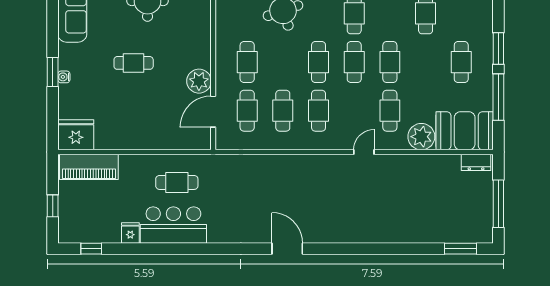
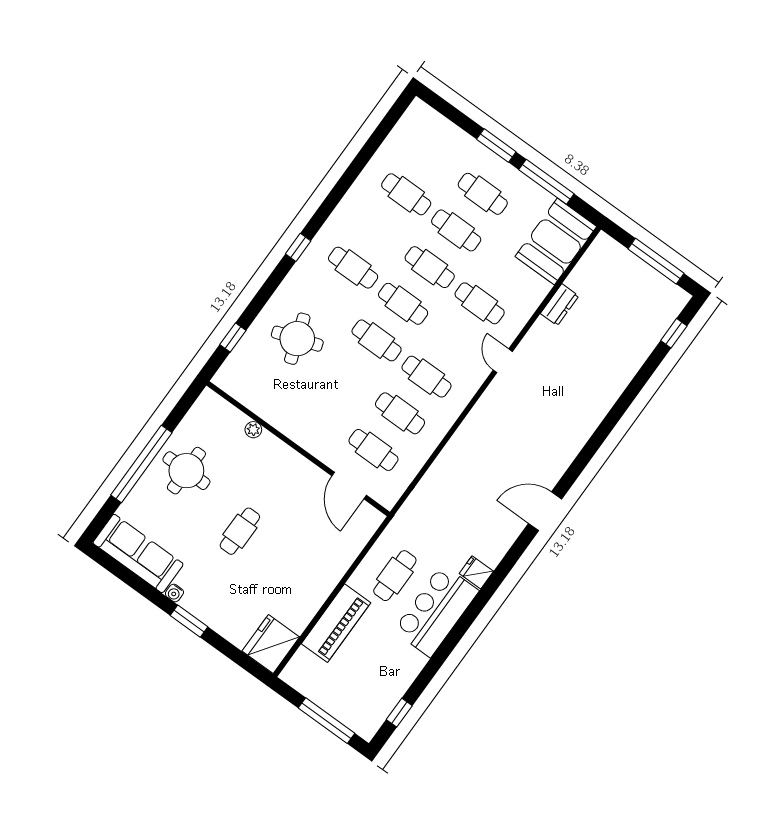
cafe table: (247, 62) -> (456, 230), moved
water cooler: (64, 77) -> (174, 593), moved
plant: (199, 81) -> (253, 430), moved, width x0.53, depth x0.53
plant: (421, 137) -> (530, 290), removed
dresser: (476, 162) -> (560, 305), moved
piano: (89, 167) -> (336, 623), moved
window: (53, 206) -> (326, 721), width x2.17
fridge: (130, 233) -> (476, 572), moved
window: (460, 249) -> (674, 333), width x0.67

